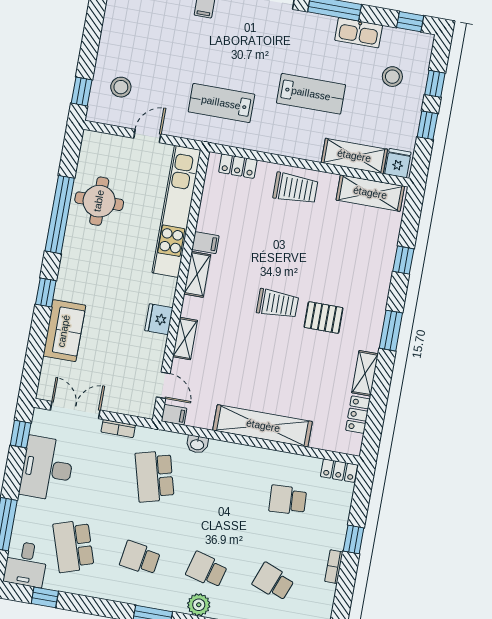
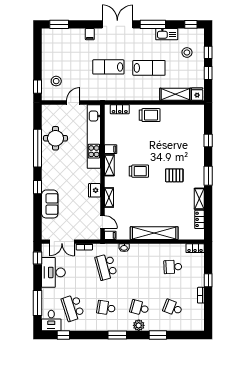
lab bench: (221, 103) -> (108, 67), moved
shelving: (370, 193) -> (186, 111), removed
trolley: (278, 304) -> (139, 171), moved
double door: (75, 410) -> (62, 242), swing flipped

